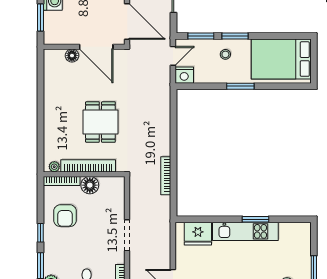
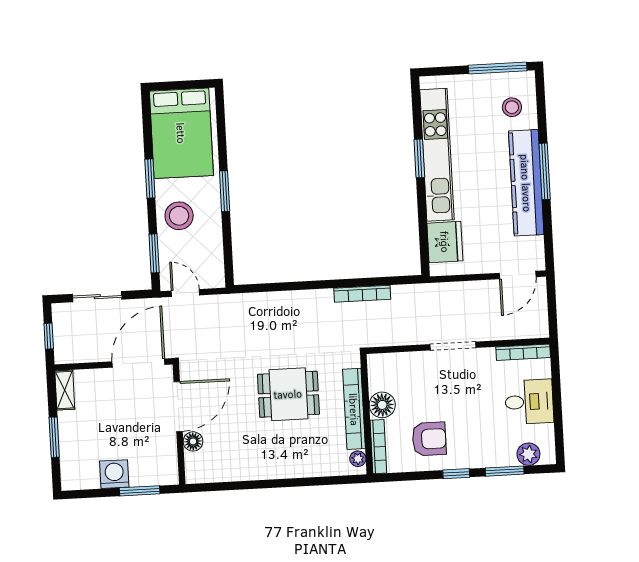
window: (235, 36) -> (150, 178), moved
stool: (225, 54) -> (179, 216), width x1.89, depth x1.89
nightstand: (184, 75) -> (213, 275), removed
kitchen unit: (245, 231) -> (437, 155), width x1.36

